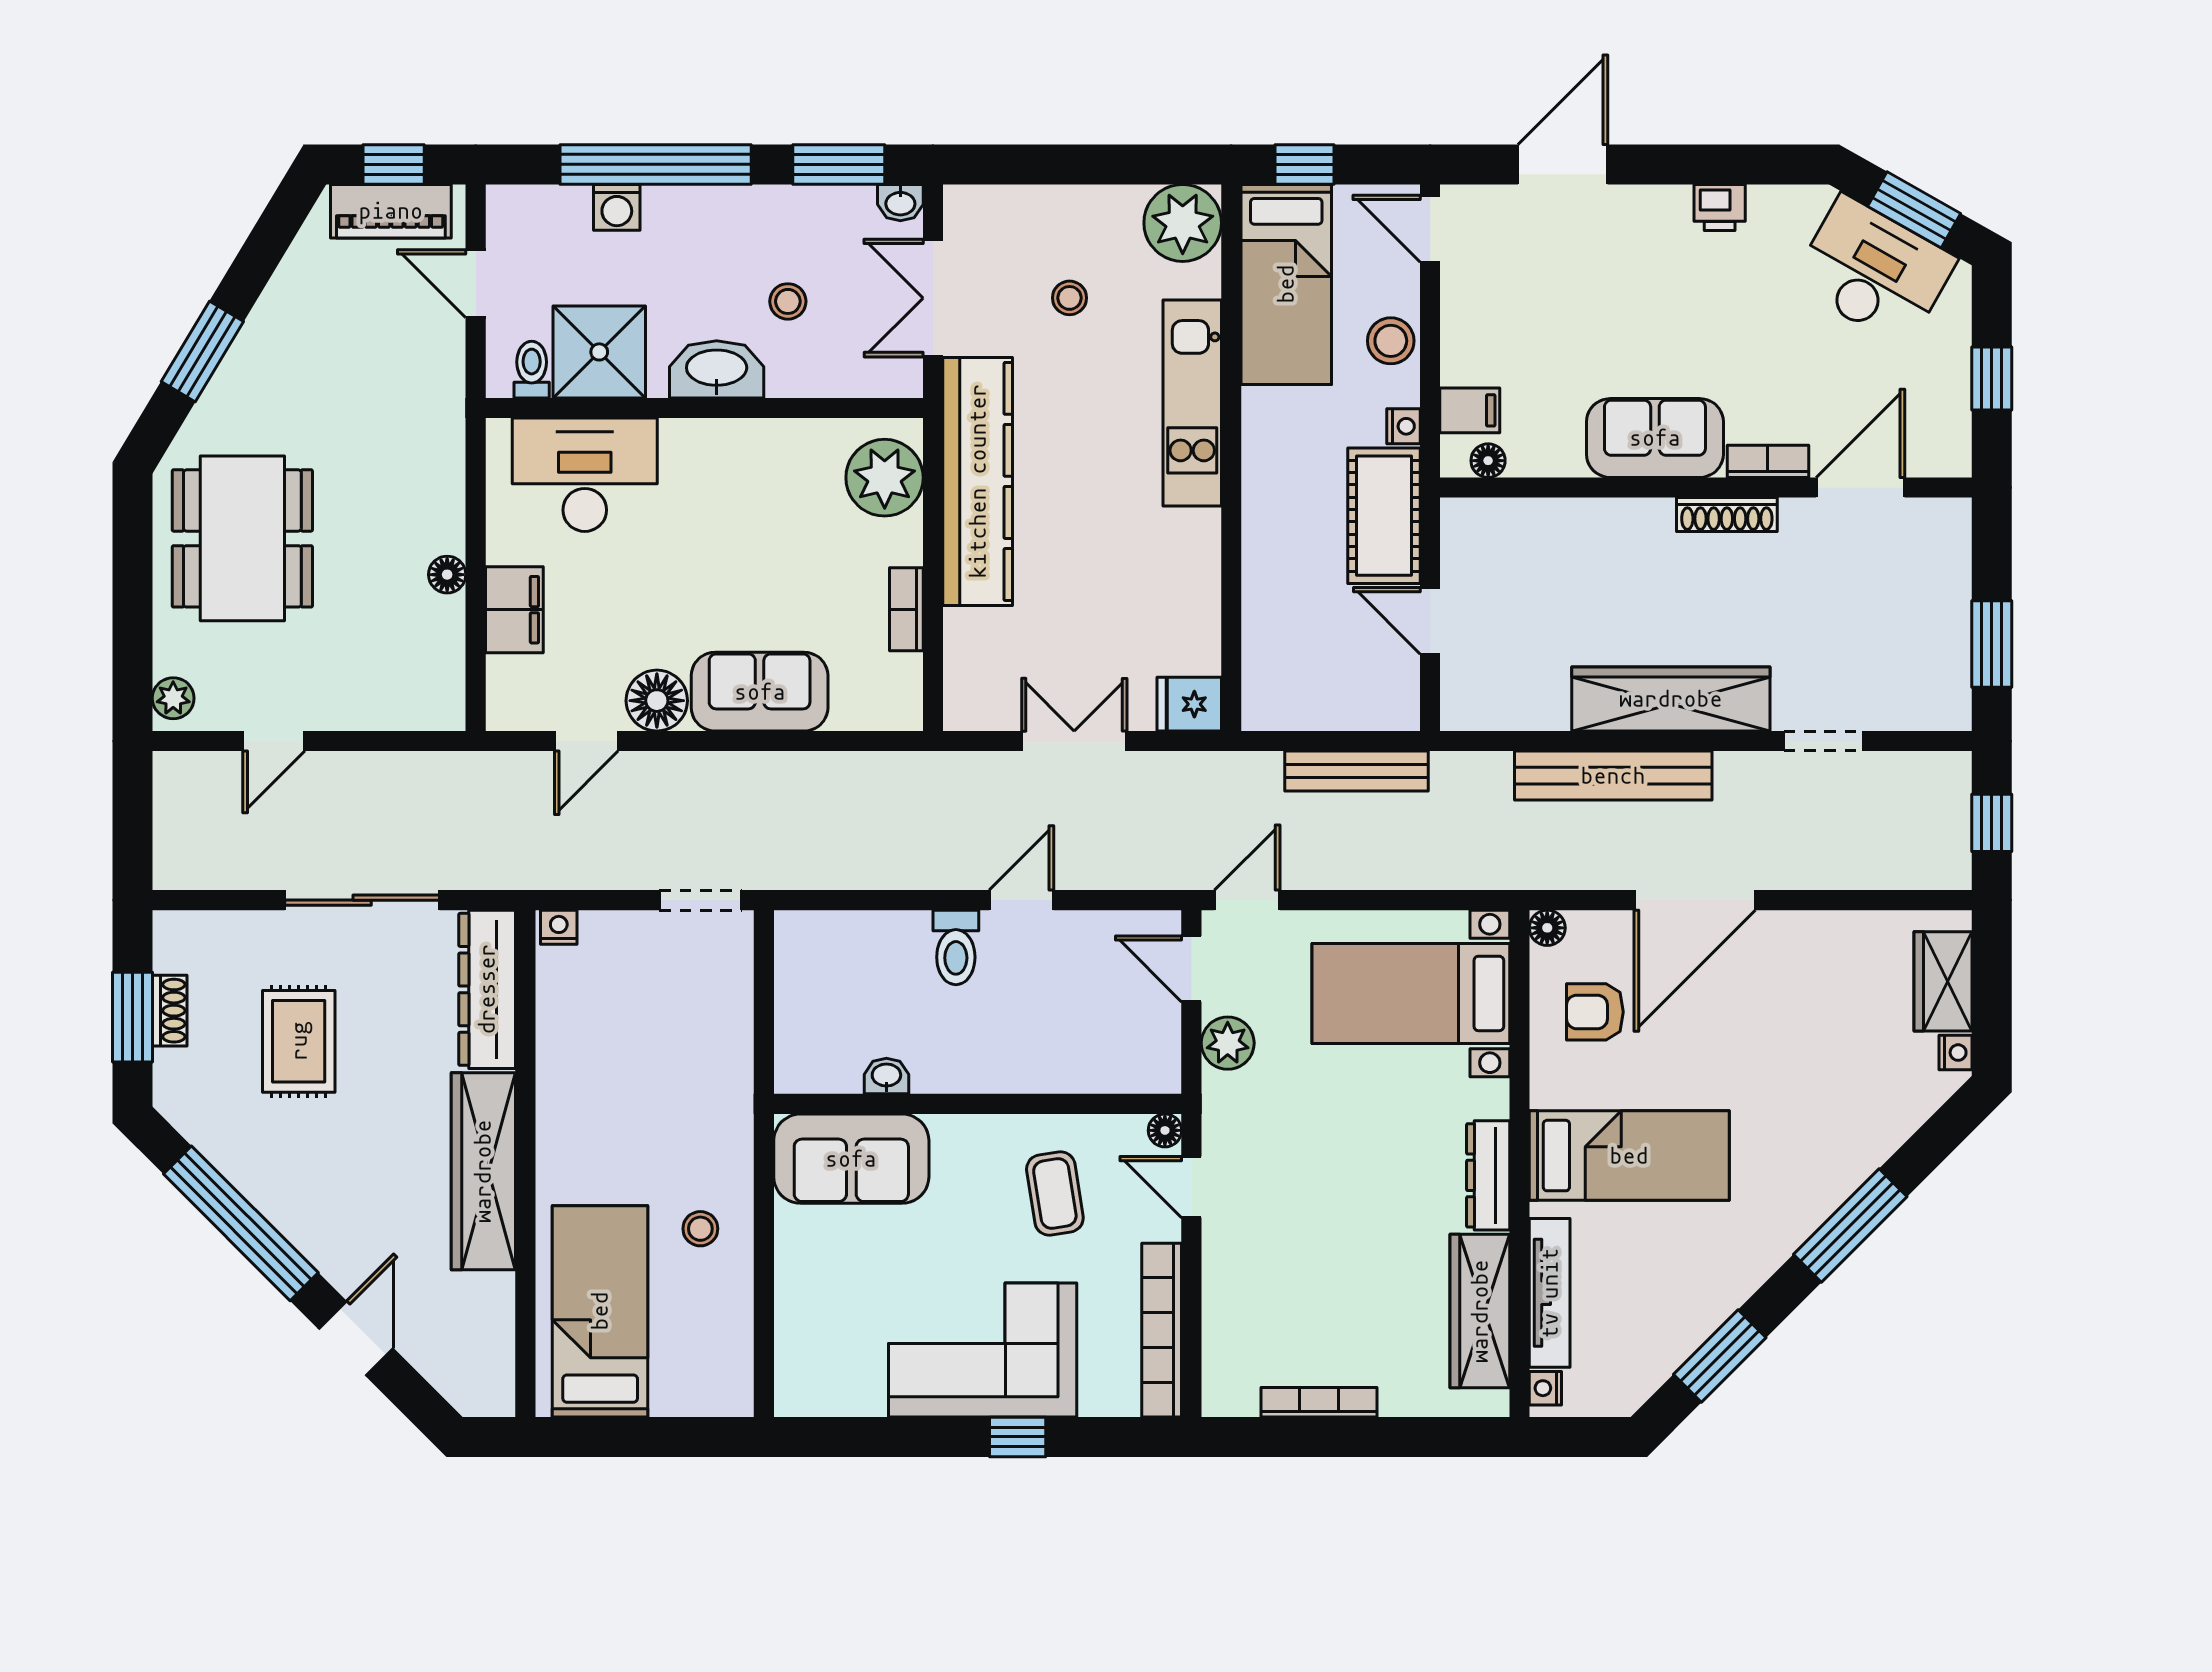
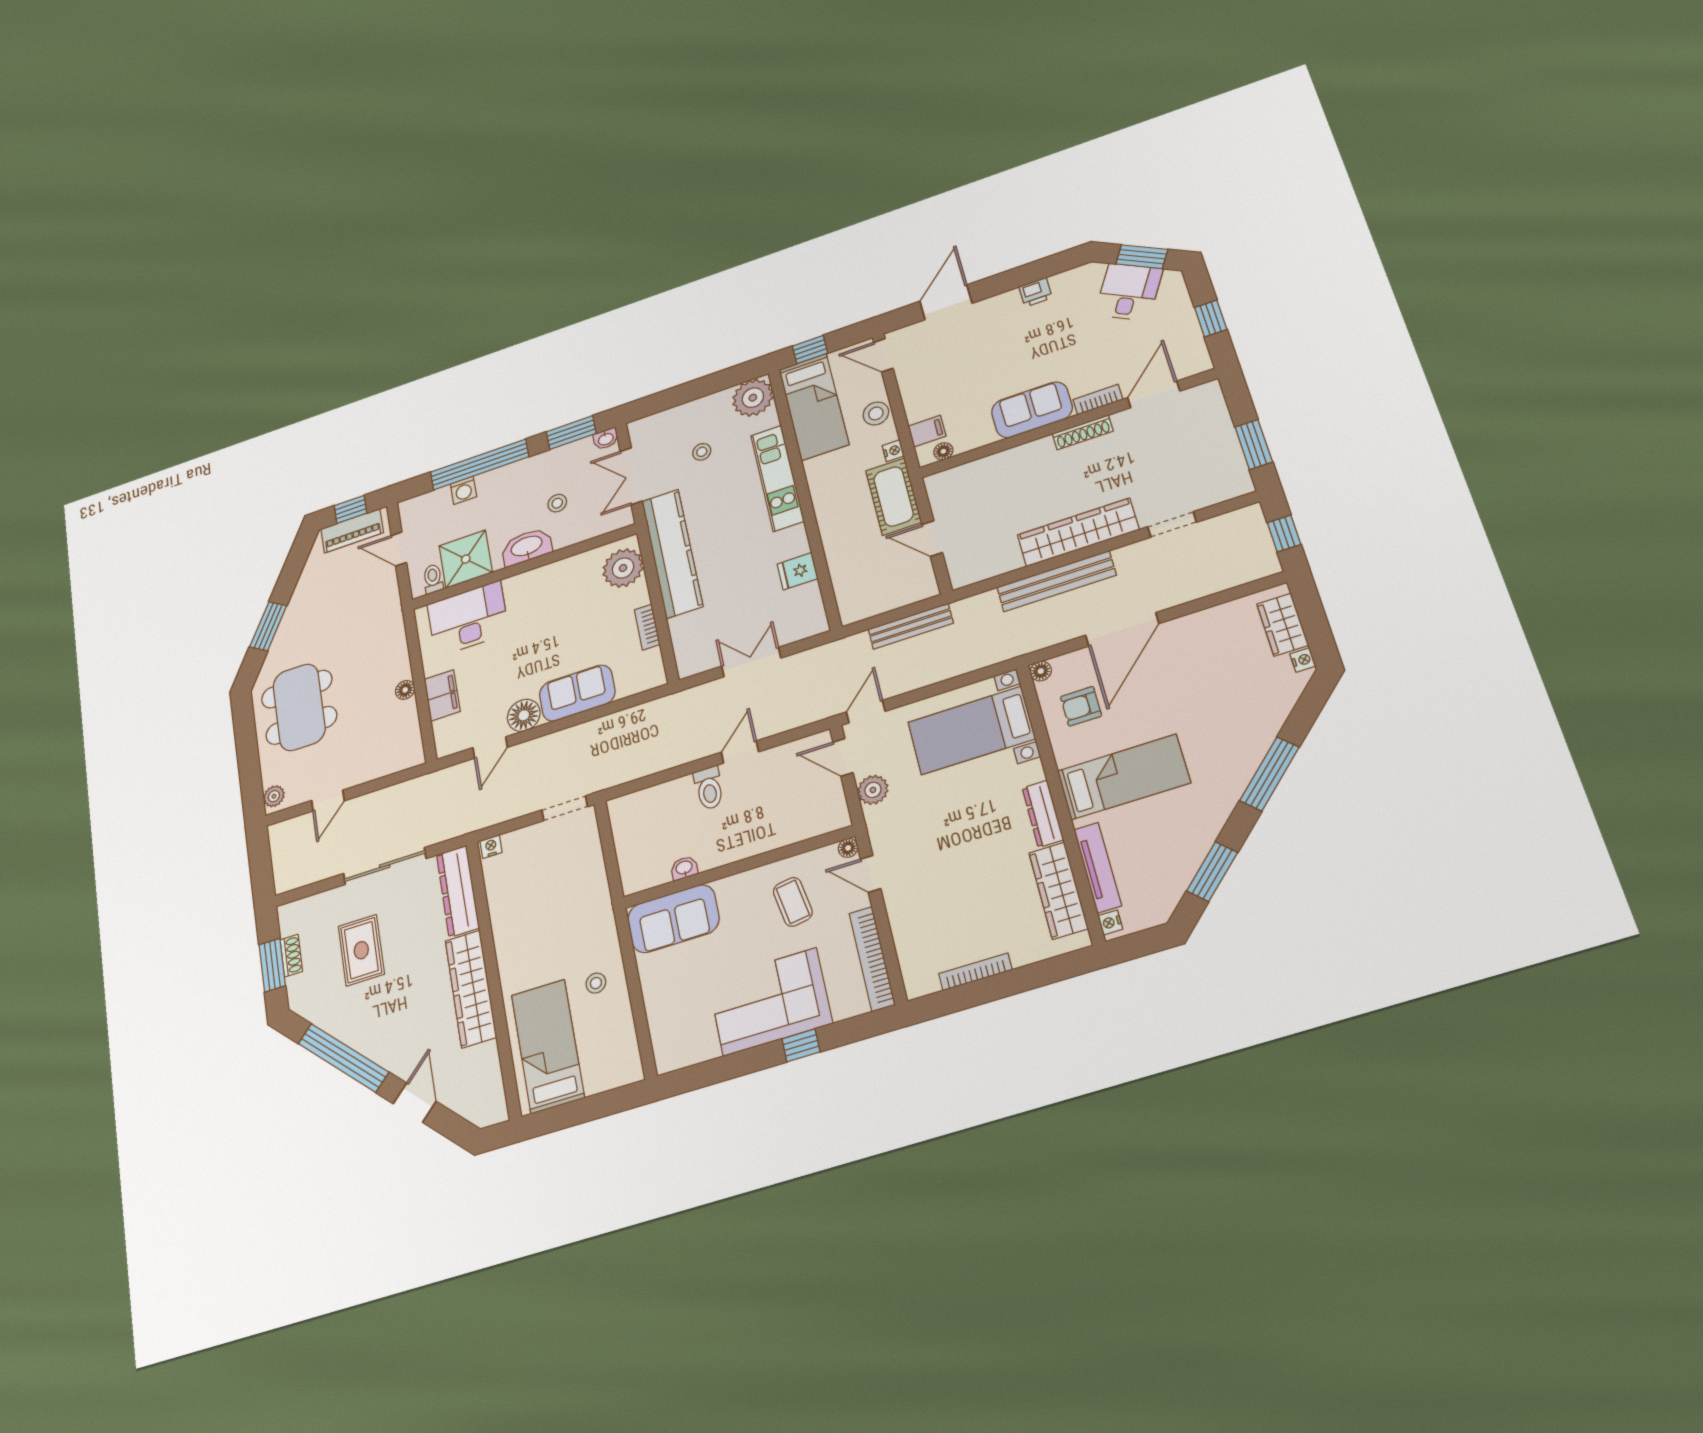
desk: (1874, 271) -> (1129, 292), width x0.73
fridge: (1189, 704) -> (798, 571), moved

